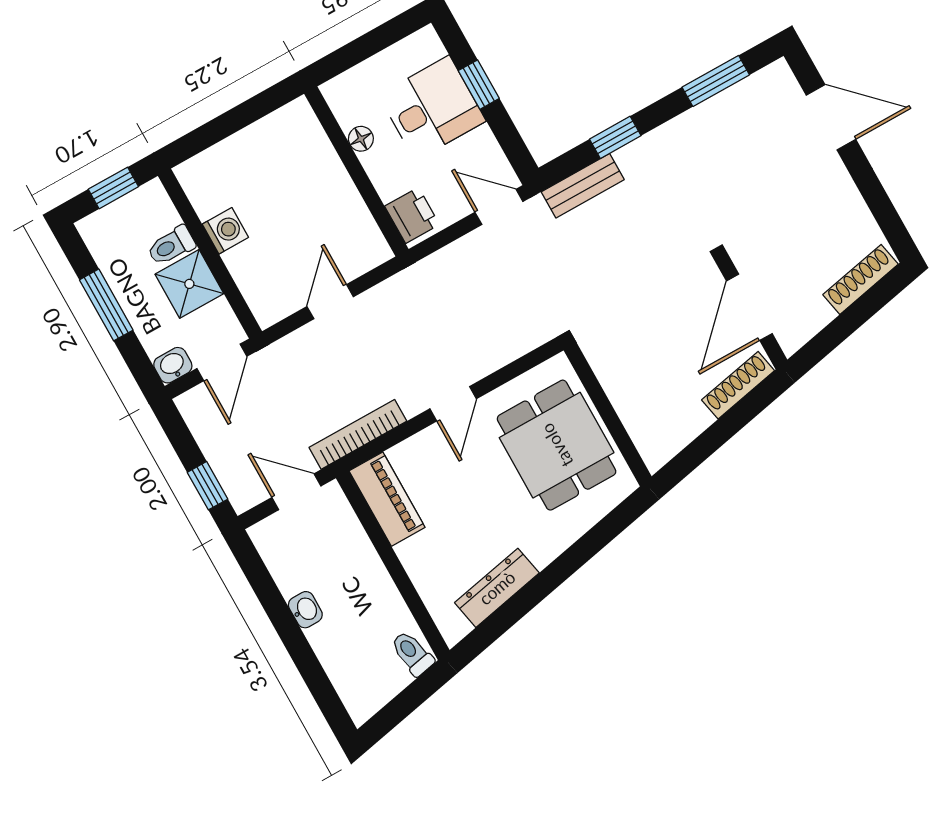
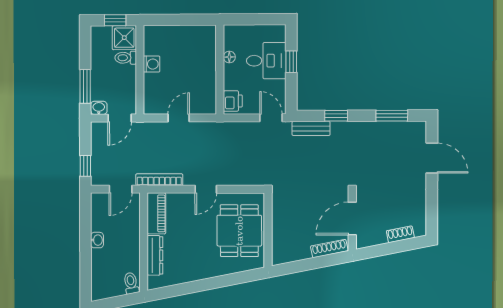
shoe rack: (861, 279) -> (400, 234), width x0.70
shower: (189, 284) -> (124, 38), moved
window: (106, 305) -> (85, 86), moved
door: (296, 492) -> (121, 189), swing flipped
dresser: (497, 588) -> (155, 255), moved, turned 101

